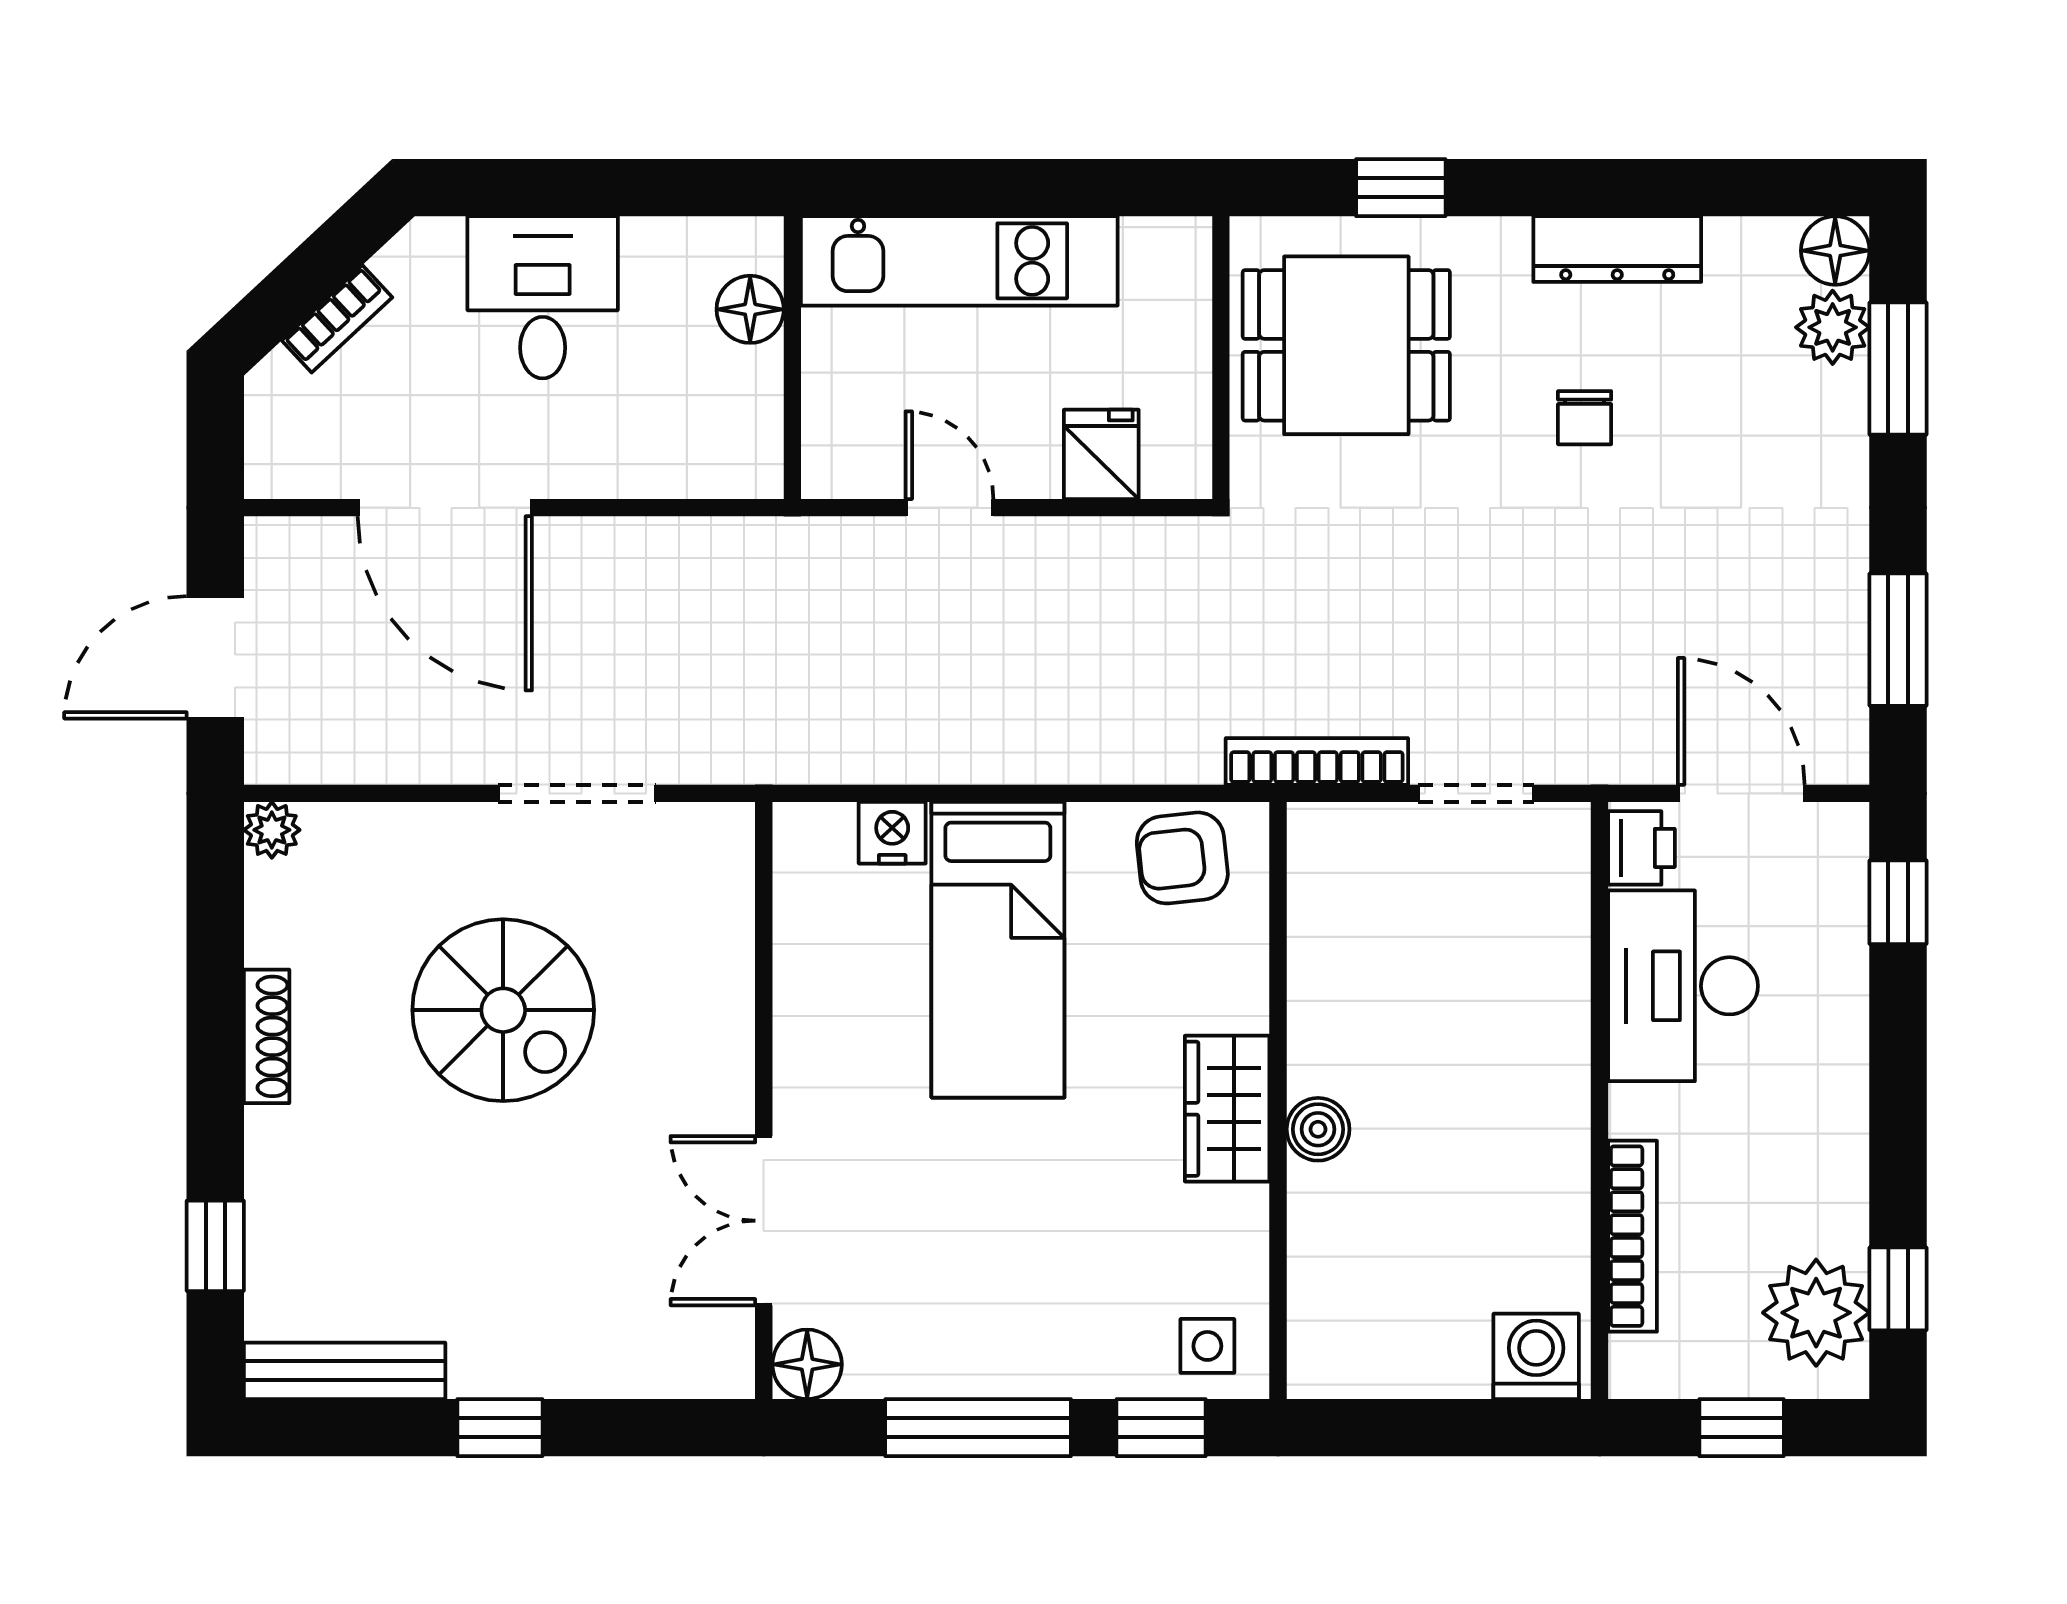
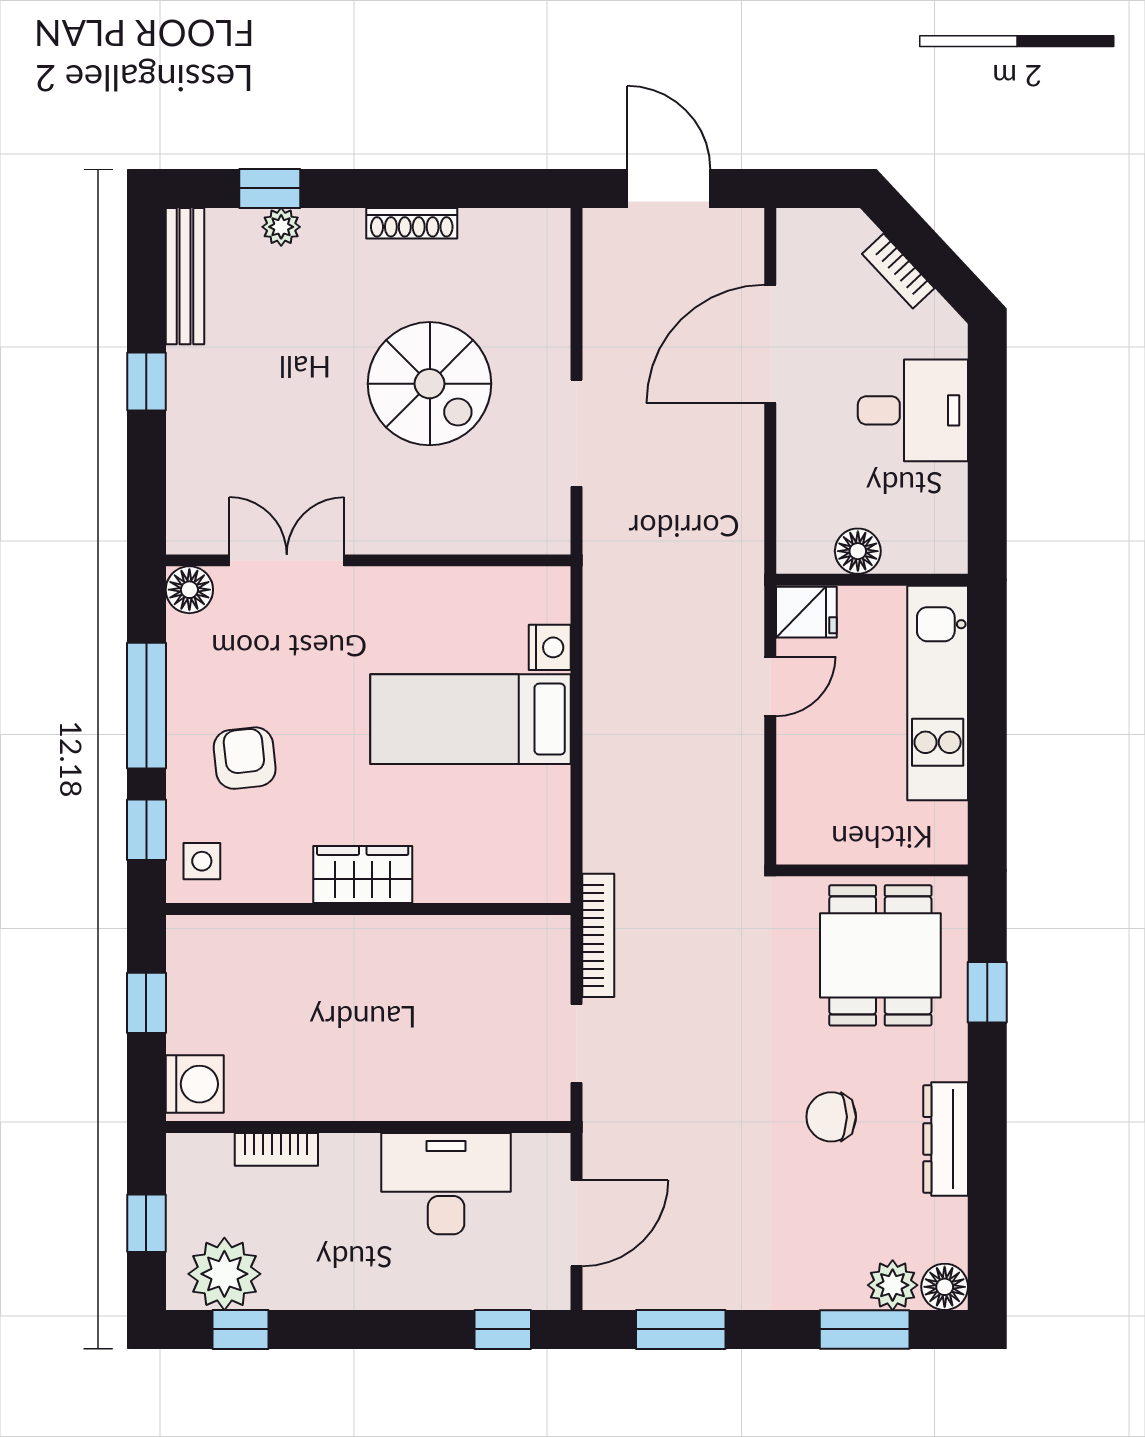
floor lamp: (750, 309) -> (858, 551), moved
chair: (1585, 418) -> (831, 1117), width x1.37, depth x1.37
fridge: (1101, 454) -> (806, 612), moved
plant: (272, 830) -> (281, 227), moved
printer: (1641, 848) -> (540, 1155), removed
armchair: (1182, 858) -> (245, 758), moved
spiral stairs: (503, 1010) -> (430, 384), turned -90
boiler: (1318, 1129) -> (349, 936), removed
bookcase: (1632, 1236) -> (276, 1149), width x0.64
window: (1416, 1428) -> (146, 1003), added

